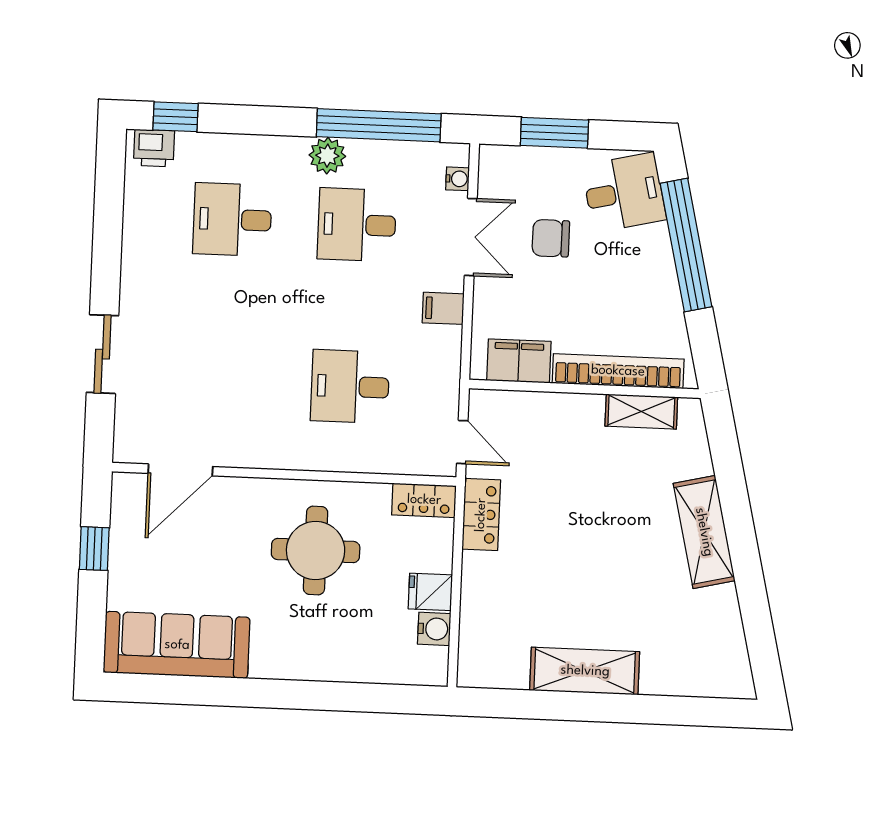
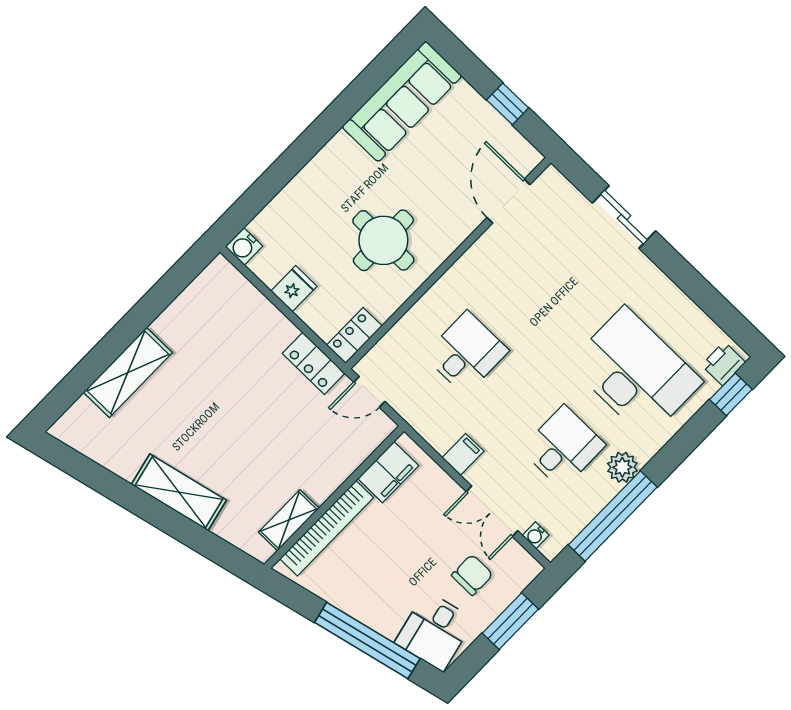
desk: (232, 220) -> (635, 373), width x1.87, depth x1.30
chair: (551, 238) -> (472, 575), moved
water cooler: (434, 629) -> (244, 246), moved
shelving: (585, 671) -> (128, 373), moved

